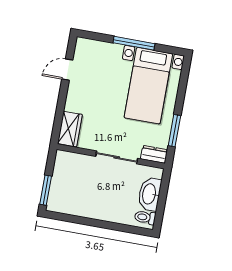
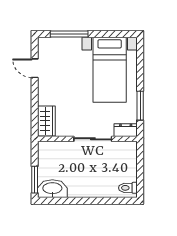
window: (134, 43) -> (69, 34), moved
door: (67, 70) -> (35, 68), hinge flipped
washbasin: (150, 194) -> (52, 189), moved, turned 90

